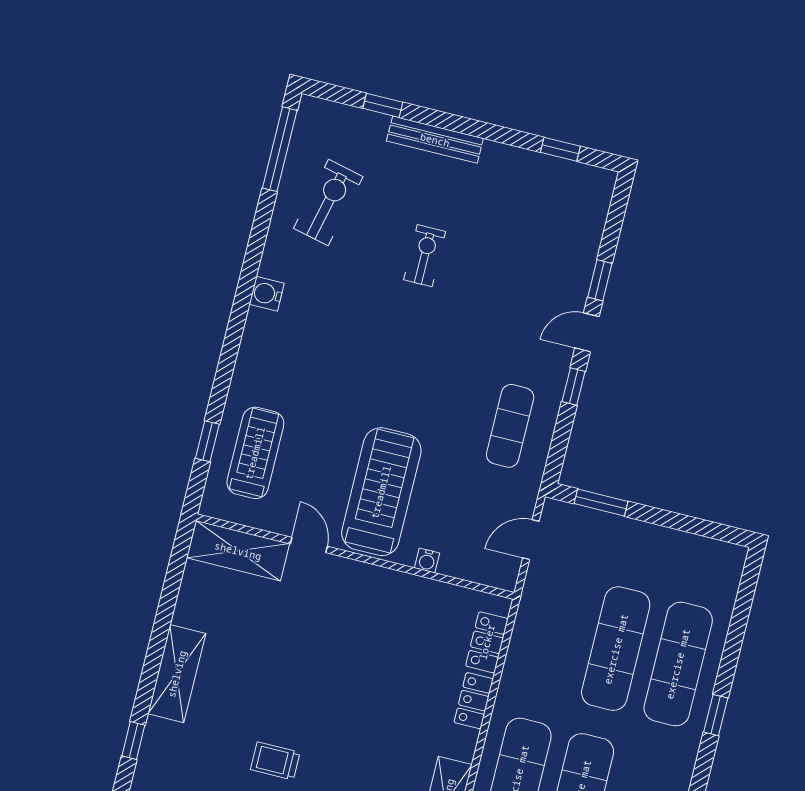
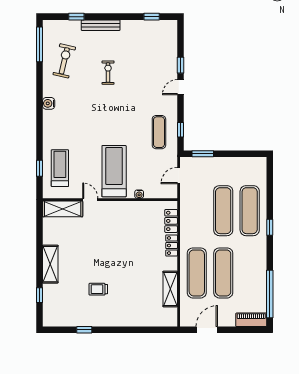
window: (574, 386) -> (180, 130), moved

